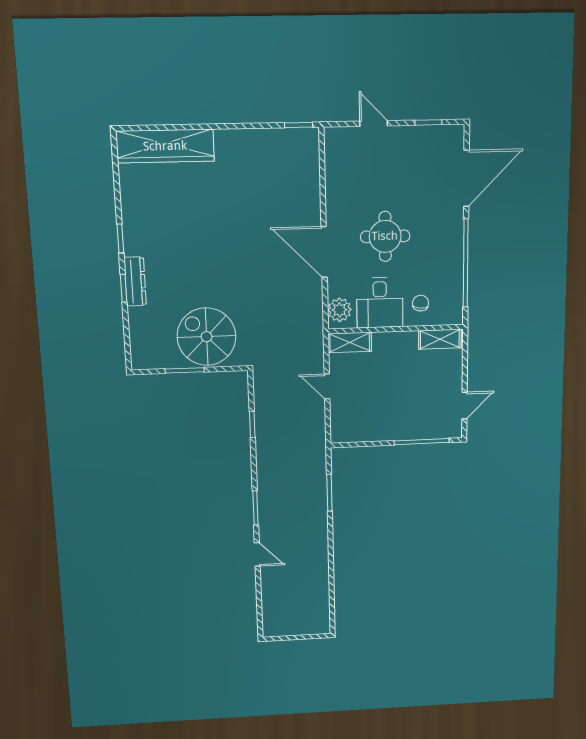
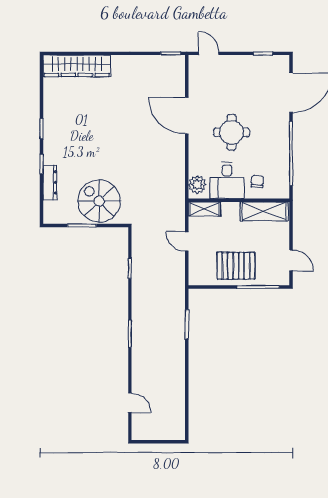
door: (374, 124) -> (209, 53), moved
door: (324, 252) -> (187, 116), moved
dresser: (135, 281) -> (50, 182), moved
shelving: (440, 339) -> (264, 211), width x1.50, depth x1.33
door: (465, 406) -> (291, 260), hinge flipped
pallet: (393, 416) -> (236, 266), added
door: (257, 554) -> (130, 403), moved

